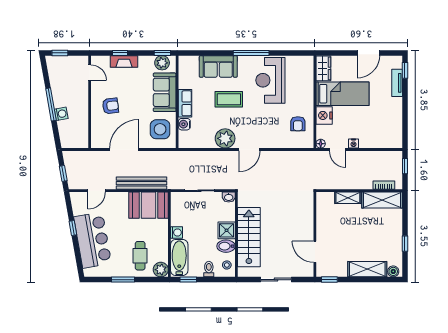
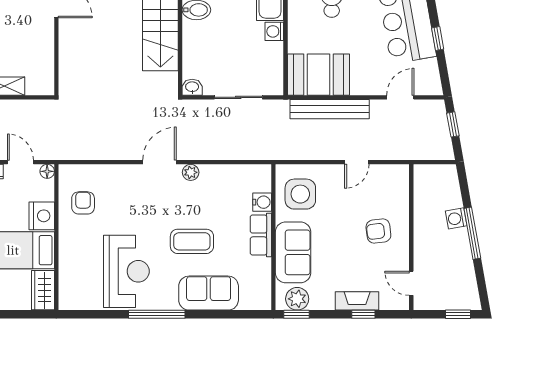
plant: (225, 138) -> (191, 172), width x0.53, depth x0.53
door: (124, 150) -> (357, 162), width x0.53
shower: (227, 230) -> (195, 35), removed

